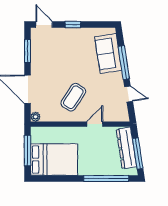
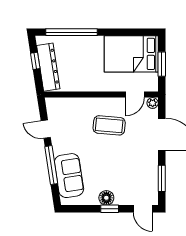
floor lamp: (76, 34) -> (106, 198), added
coffee table: (73, 97) -> (109, 125), turned 62
door: (95, 124) -> (135, 95), moved
window: (28, 151) -> (162, 64), width x0.69
window: (138, 153) -> (35, 61), width x0.46

